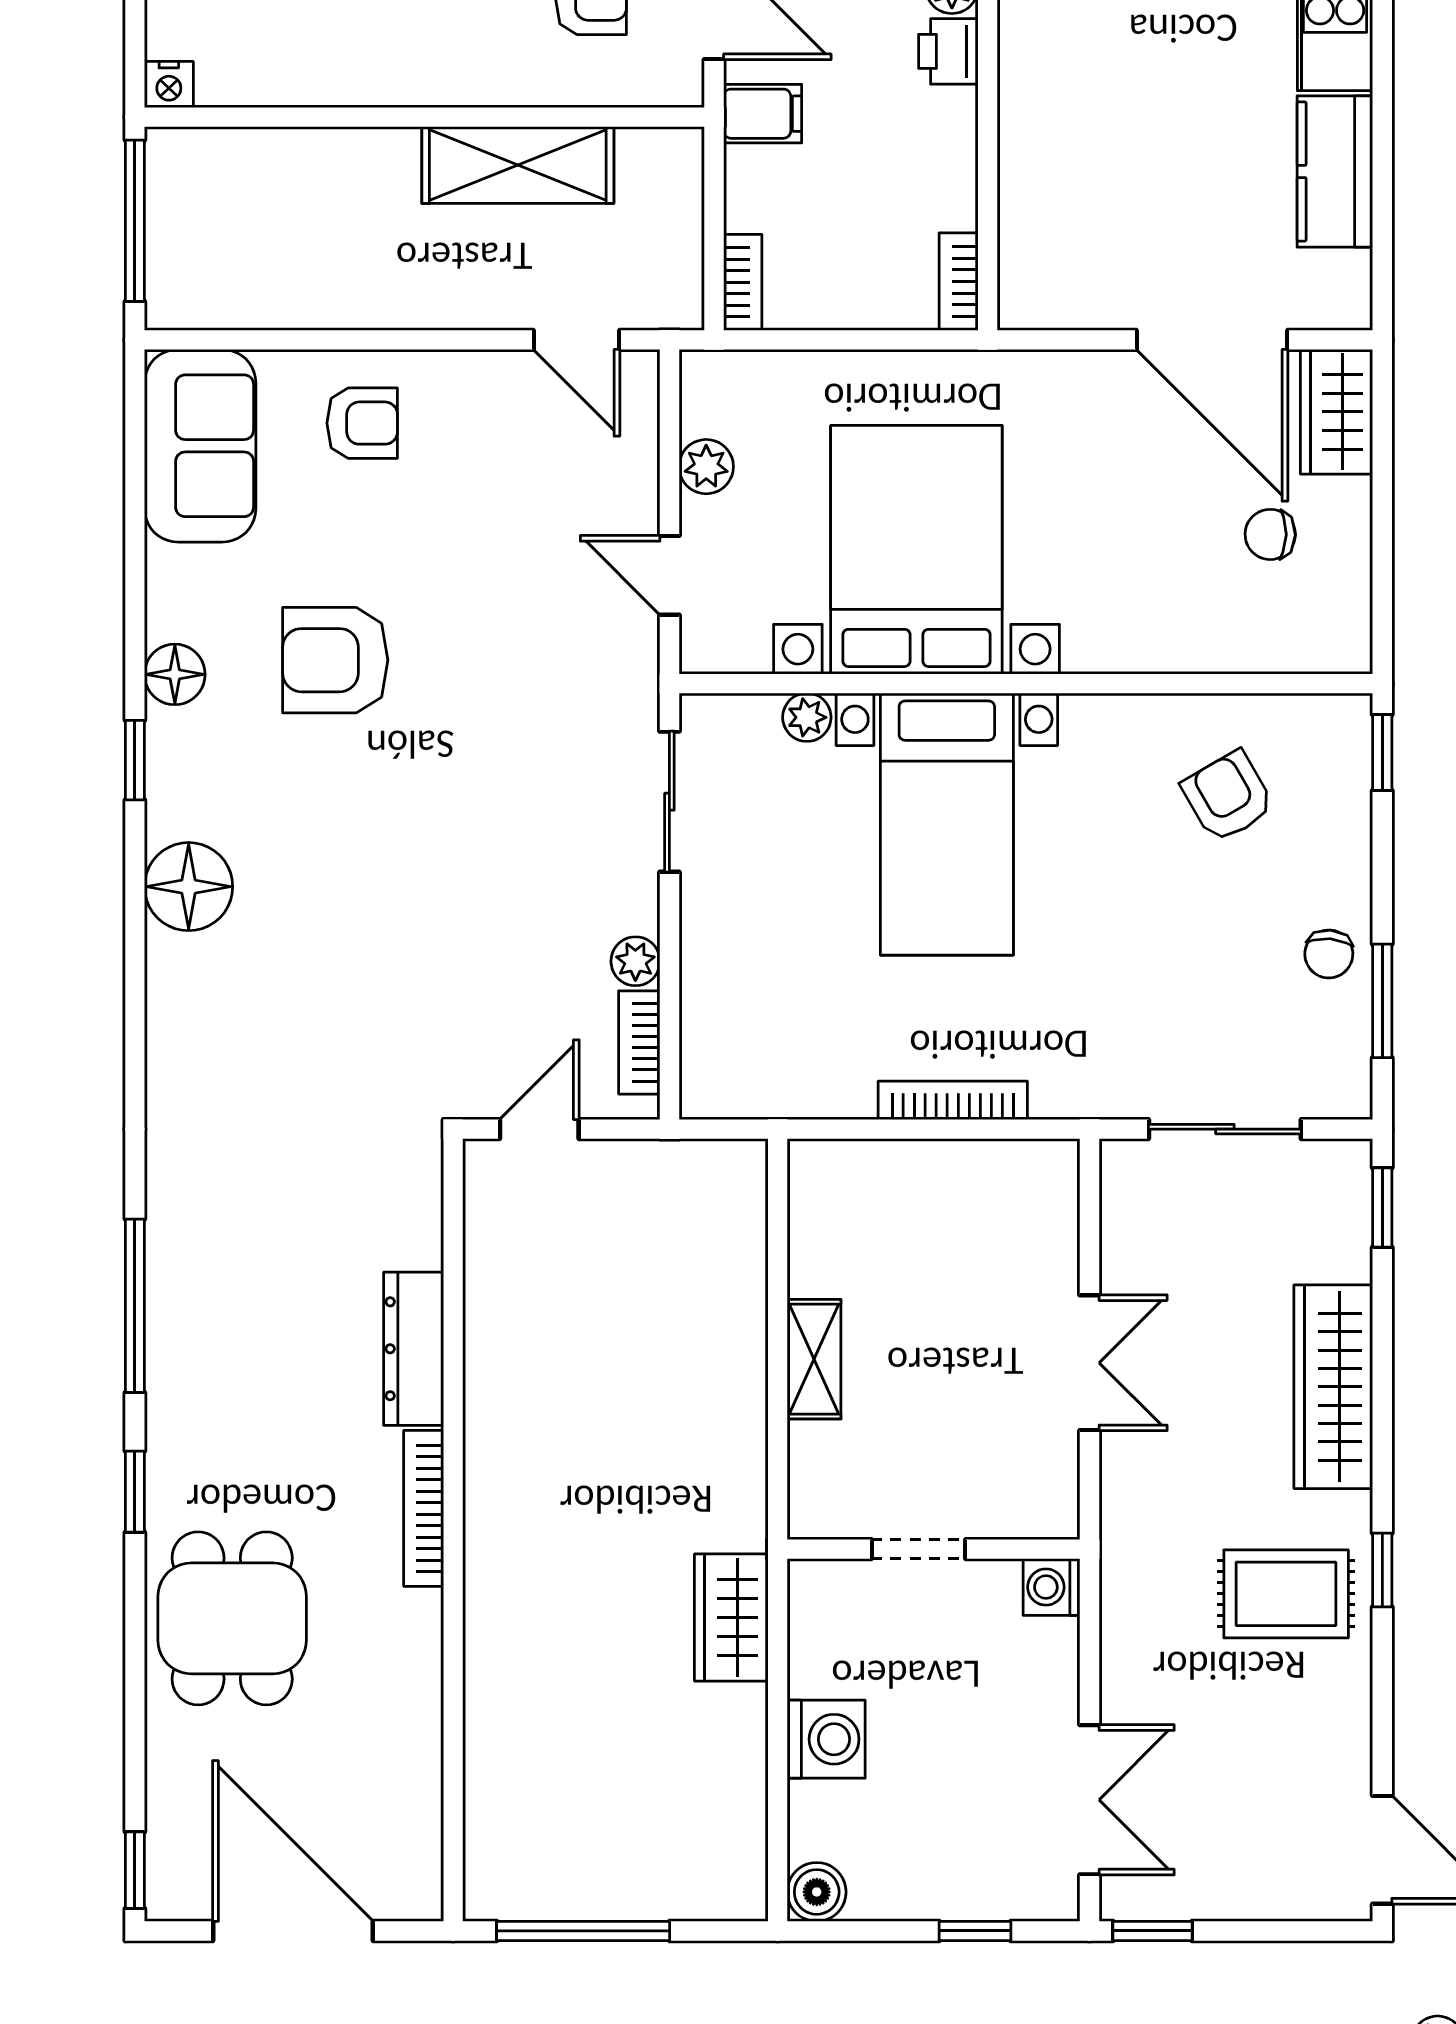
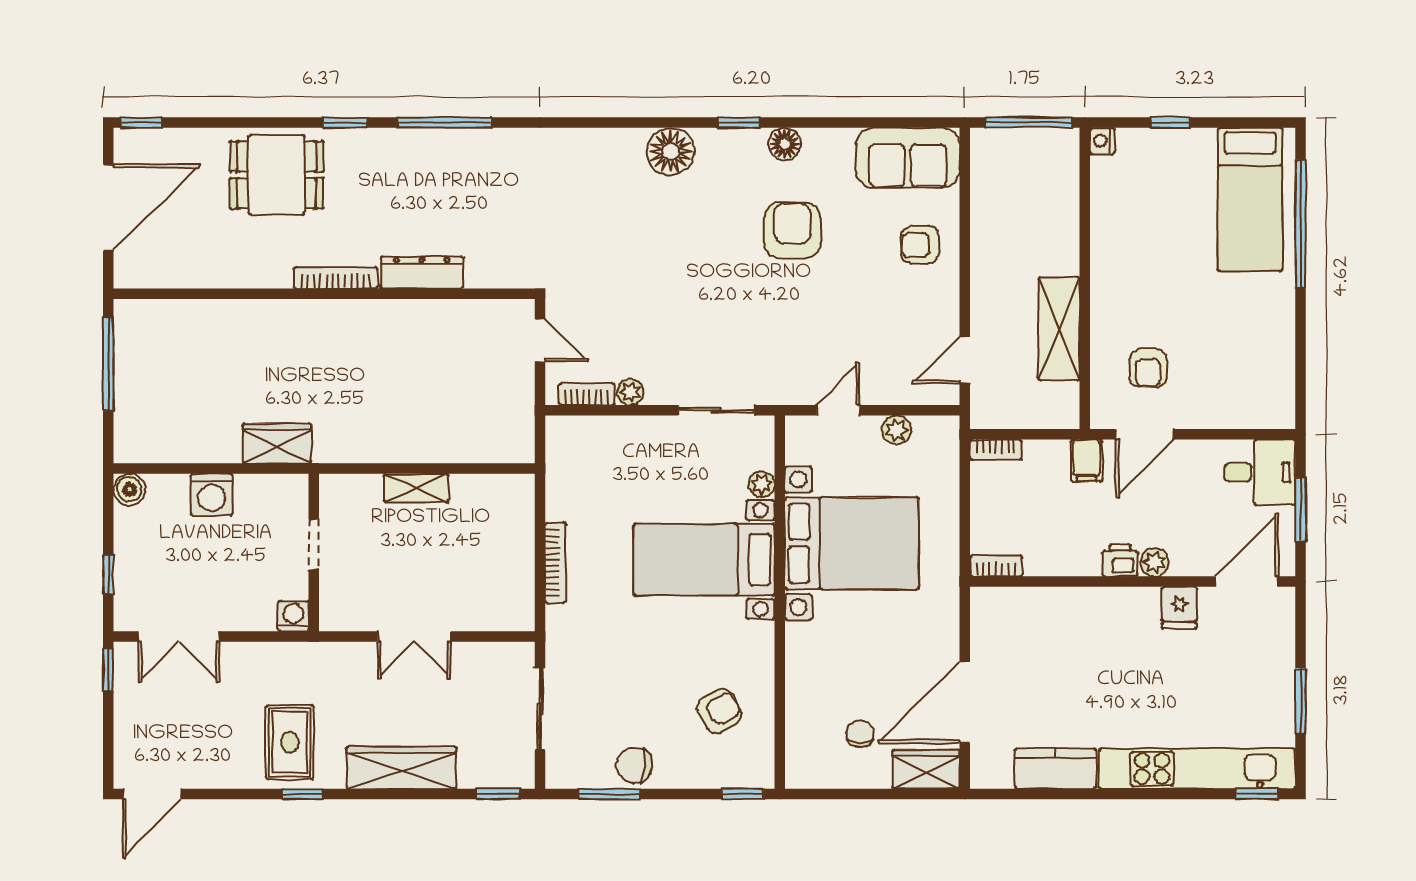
armchair: (362, 423) -> (920, 245), turned 90
chair: (1329, 954) -> (634, 765), width x1.37, depth x1.37

